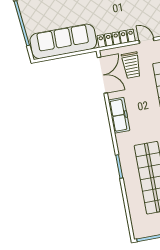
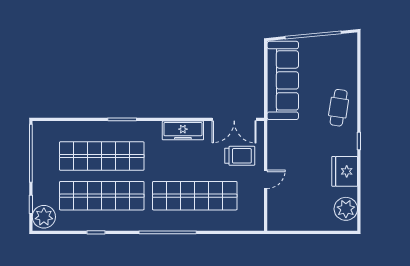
locker: (116, 38) -> (275, 144), removed
trolley: (131, 65) -> (240, 156), turned 180

